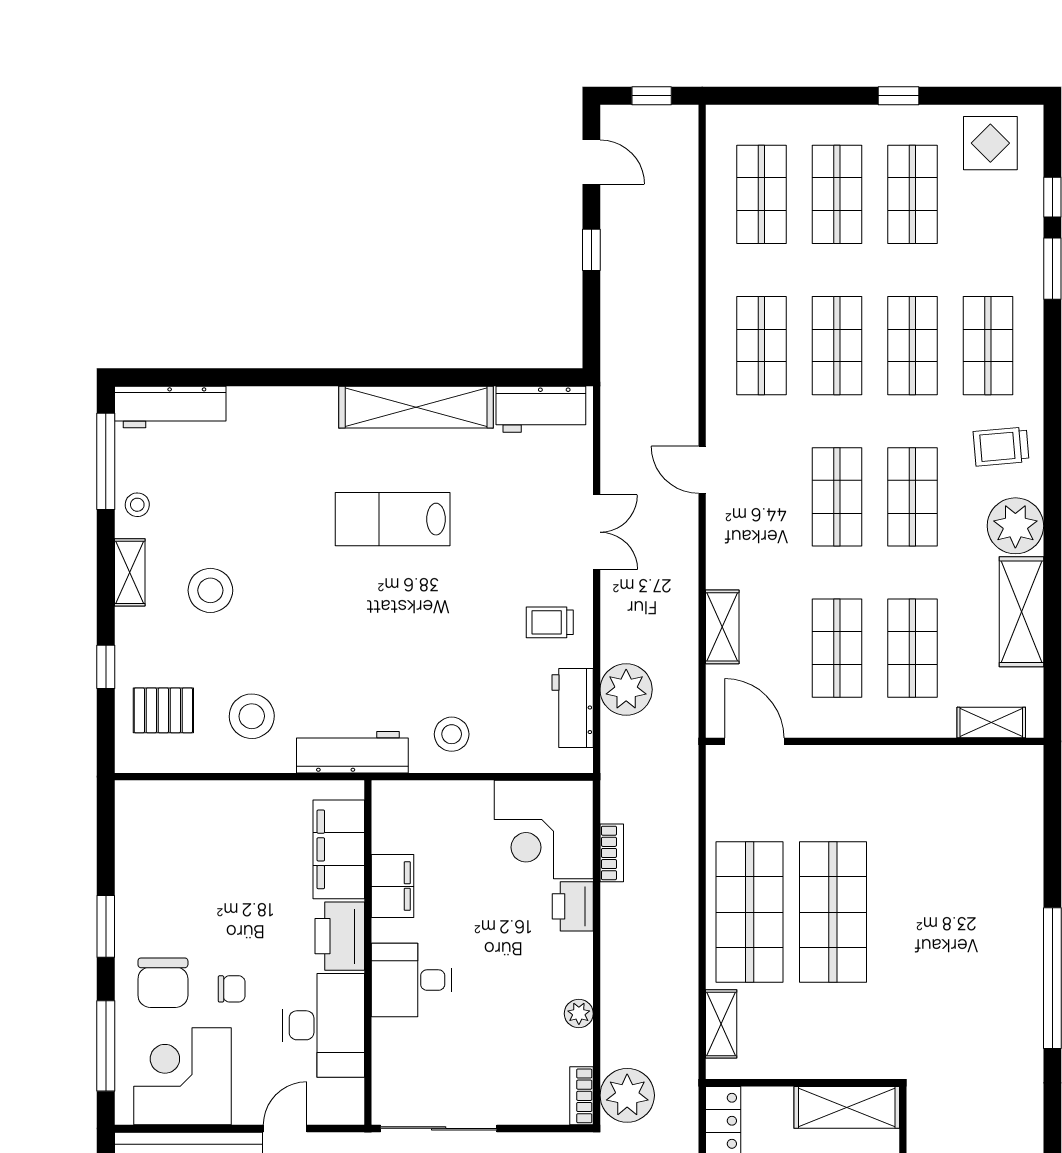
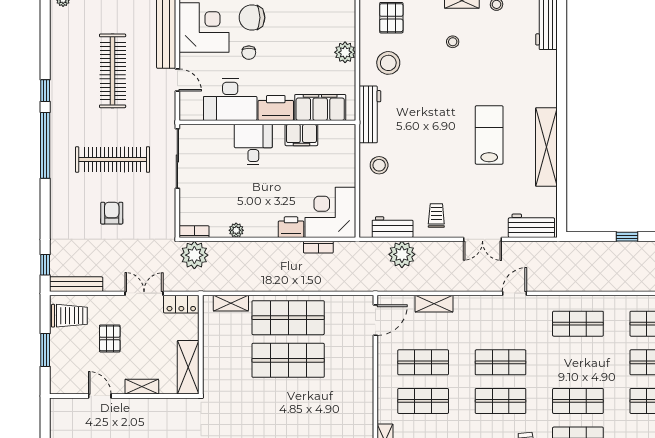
shop shelf: (837, 346) -> (578, 362), removed
workbench: (541, 409) -> (531, 226), moved, turned 90
stool: (210, 590) -> (453, 42), width x0.53, depth x0.53
plant: (231, 801) -> (345, 52), added

